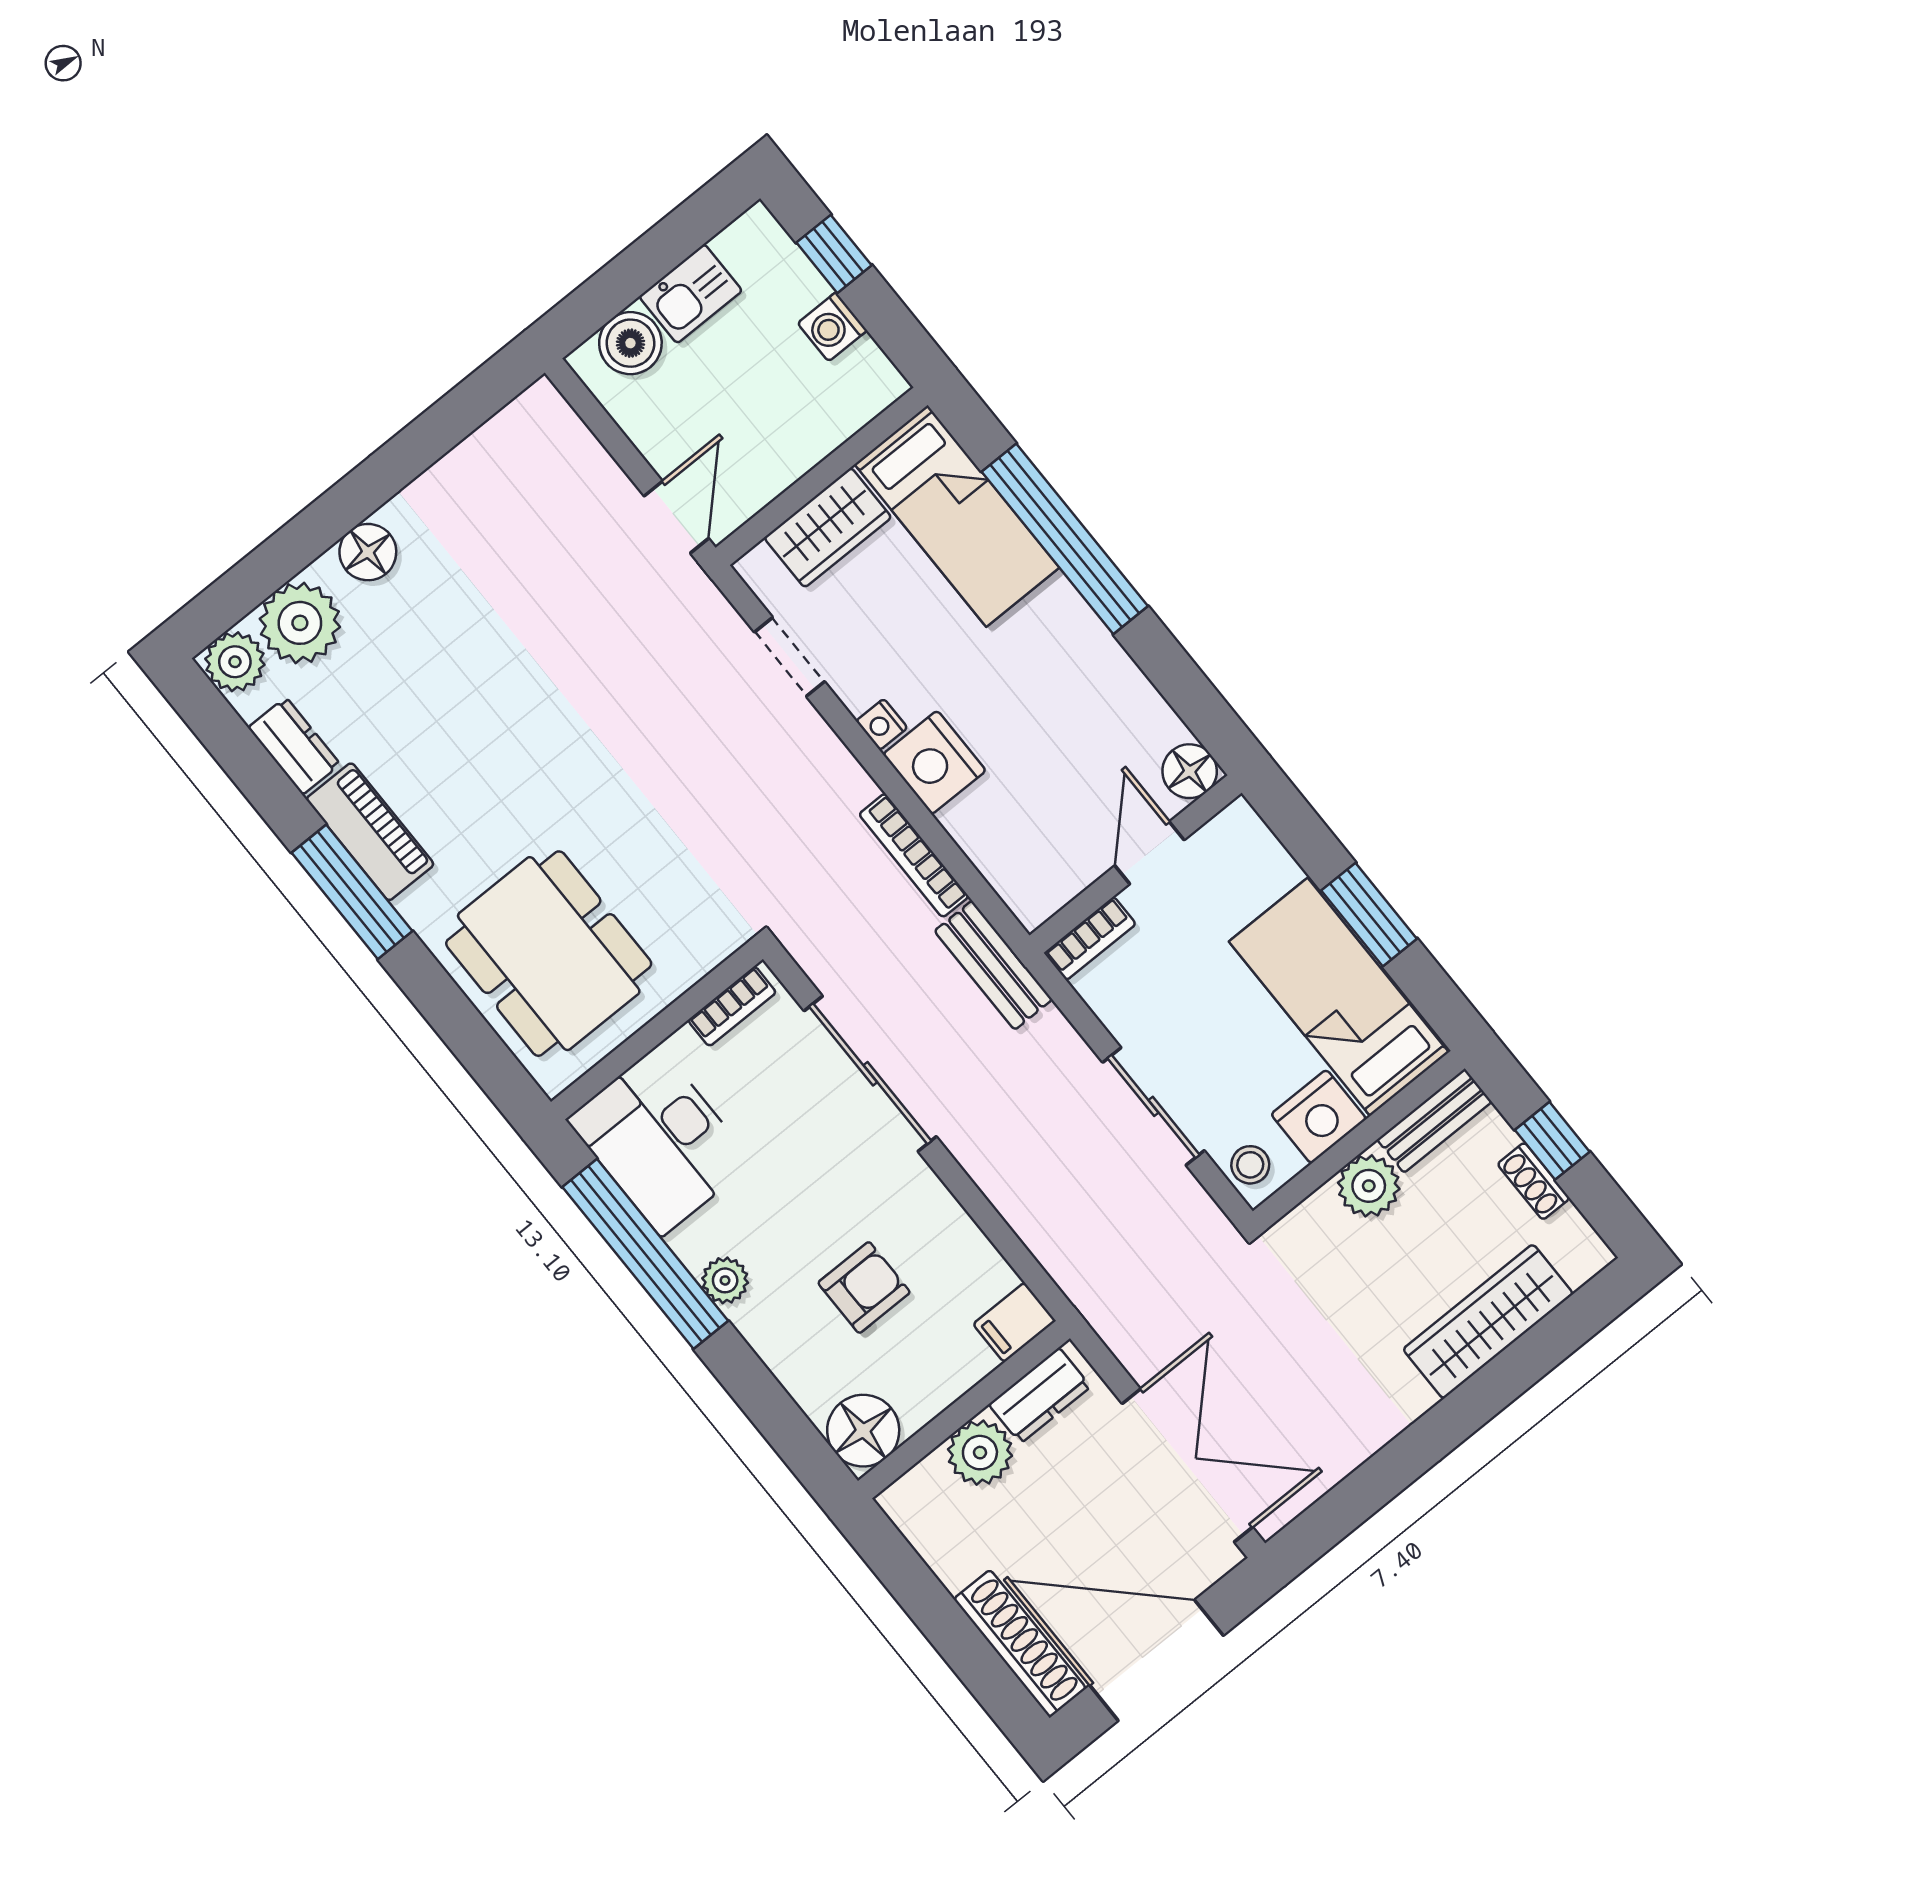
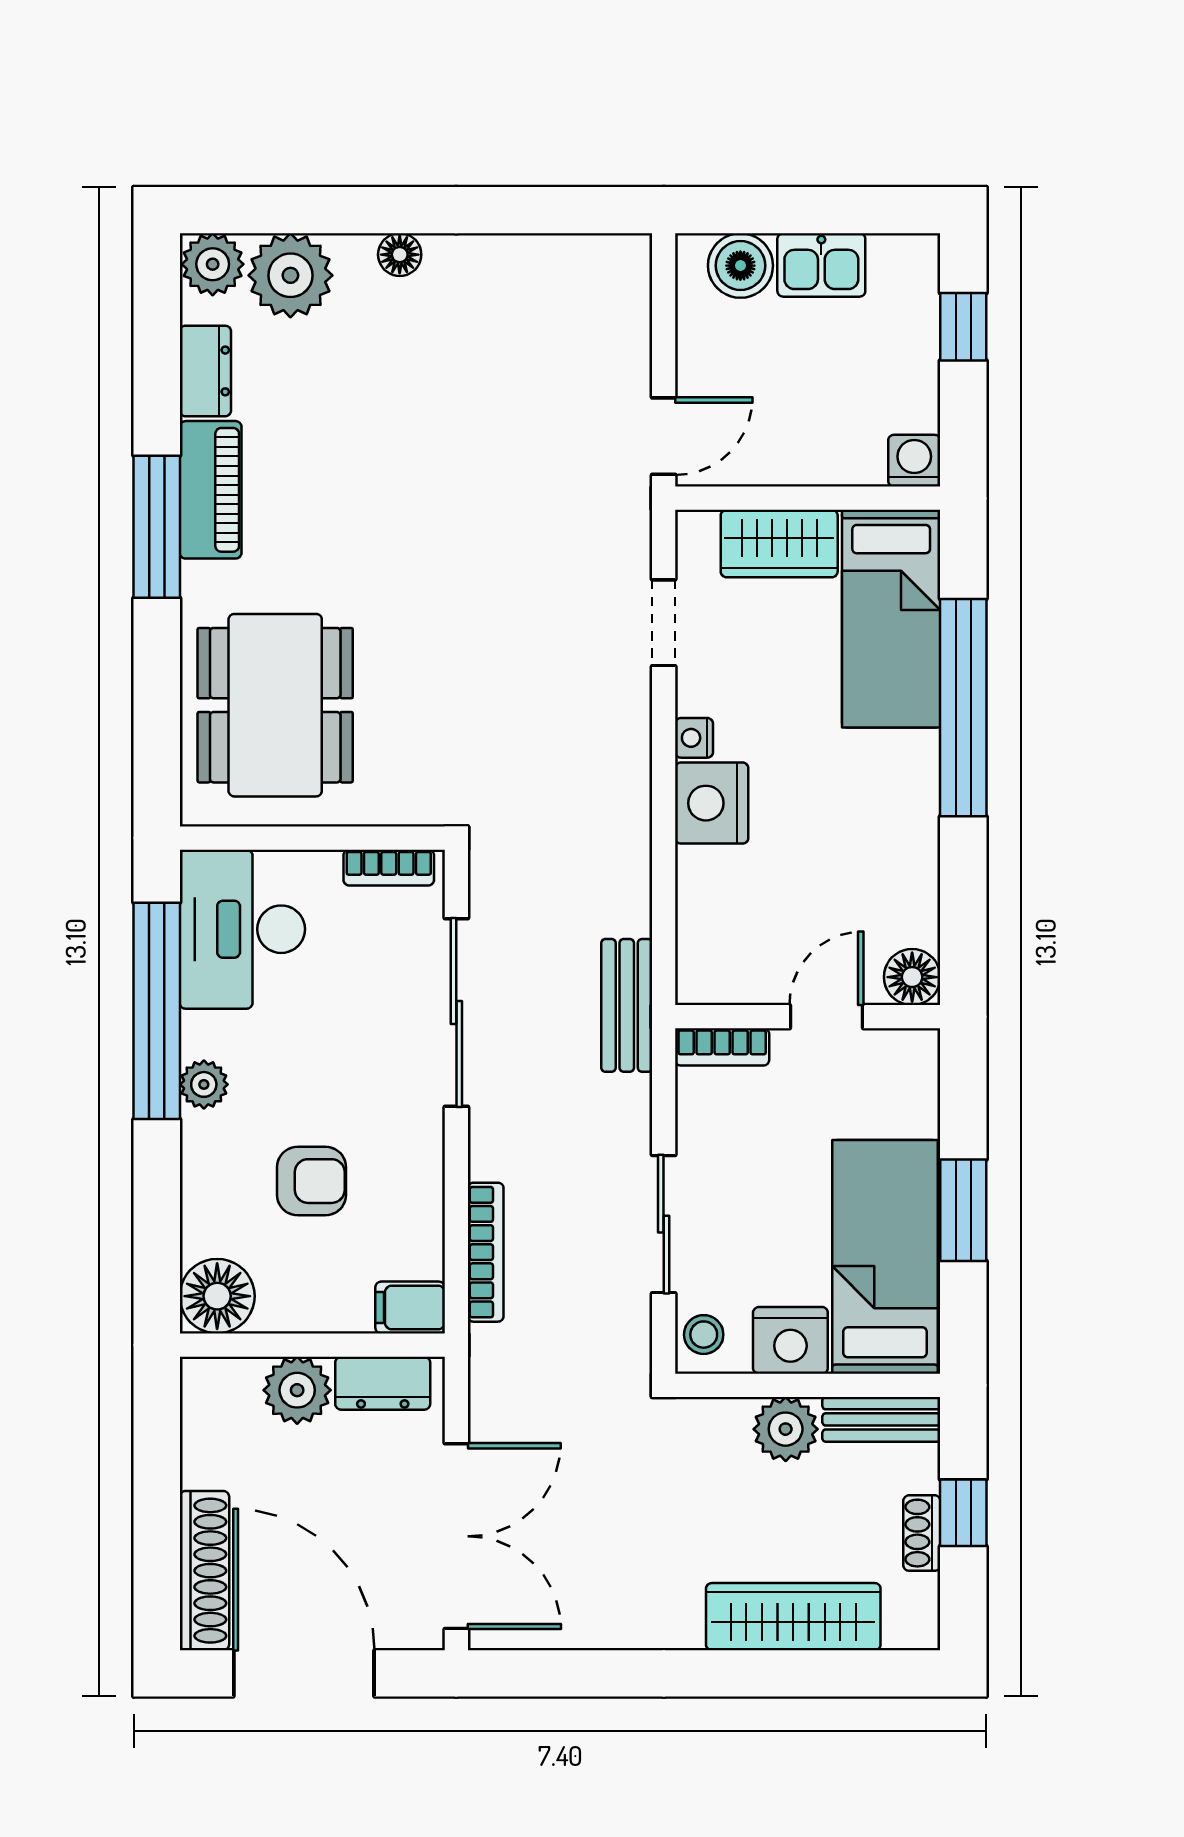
washing machine: (832, 327) -> (914, 461), moved, turned 90
floor lamp: (368, 552) -> (400, 255), width x0.73, depth x0.73
bookcase: (914, 855) -> (486, 1252), moved, turned 180

